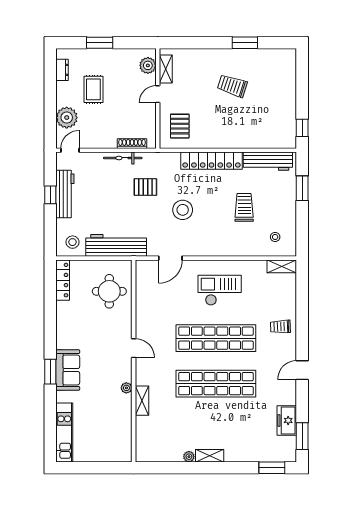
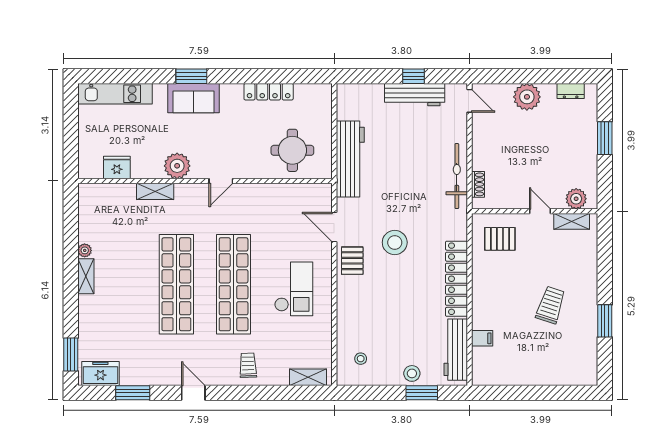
rug: (93, 89) -> (546, 130), removed
plant: (67, 118) -> (527, 97), moved
window: (302, 128) -> (498, 393), removed
filing cabinet: (259, 140) -> (482, 338), added
shoe rack: (132, 144) -> (478, 184), width x0.70
bicycle: (123, 158) -> (457, 176), width x1.37, depth x1.40
pallet: (145, 187) -> (352, 261), moved
trolley: (244, 207) -> (398, 320), removed
stool: (73, 242) -> (412, 373), moved
shelving: (282, 266) -> (308, 377), moved, turned 90
locker: (63, 280) -> (269, 92), moved
plant: (126, 388) -> (177, 166), width x1.88, depth x1.88
freezer: (287, 420) -> (100, 373), moved
fridge: (123, 431) -> (117, 167), added
window: (302, 436) -> (133, 393), moved

